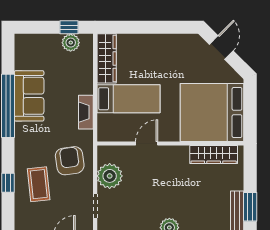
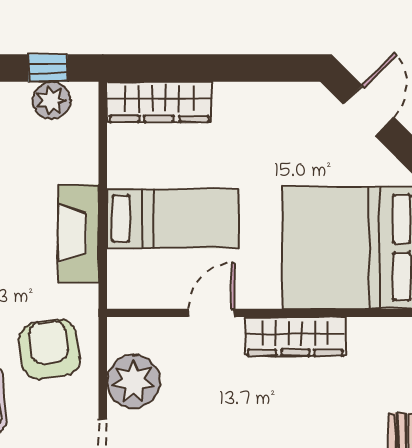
wardrobe: (107, 58) -> (159, 102), moved, turned 90
fireplace: (86, 112) -> (79, 234), width x1.37, depth x1.32
wardrobe: (214, 155) -> (295, 336), moved

